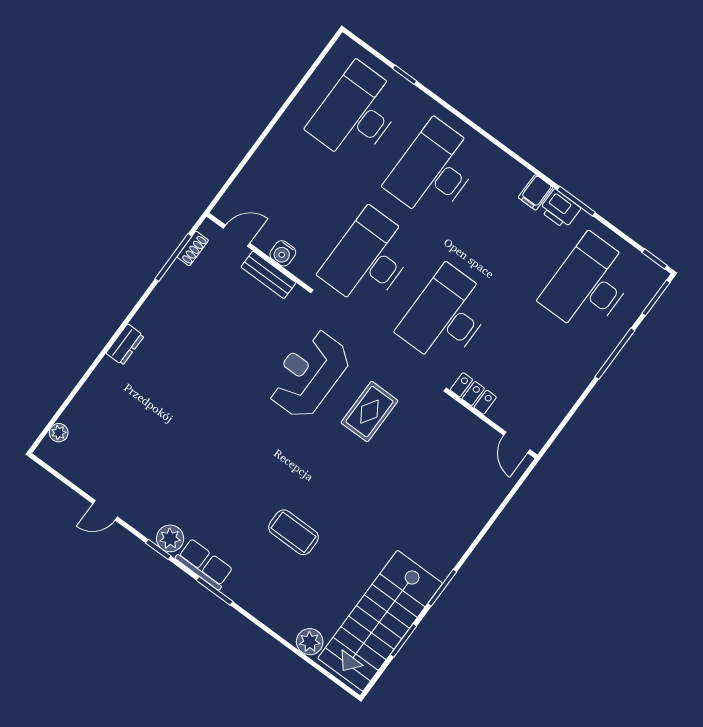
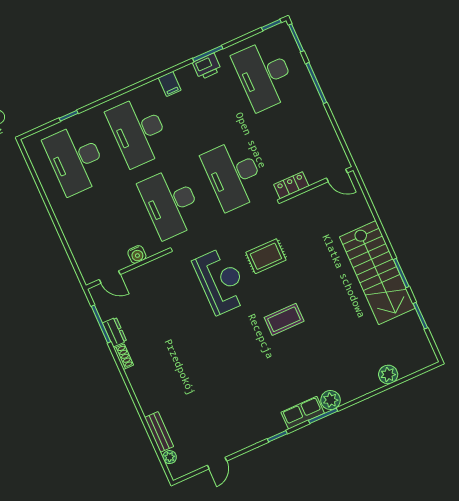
filing cabinet: (536, 192) -> (170, 84), moved
door: (237, 236) -> (110, 277), swing flipped
shoe rack: (193, 249) -> (124, 357), moved
bench: (268, 275) -> (159, 432), moved, turned 90
dresser: (125, 345) -> (115, 332), moved
reception desk: (309, 374) -> (221, 281), turned 180
rug: (369, 412) -> (266, 256), turned 90
door: (105, 510) -> (217, 463), moved
coffee table: (294, 532) -> (284, 319), moved
plant: (170, 538) -> (331, 400), moved
stairs: (380, 621) -> (377, 273), moved

